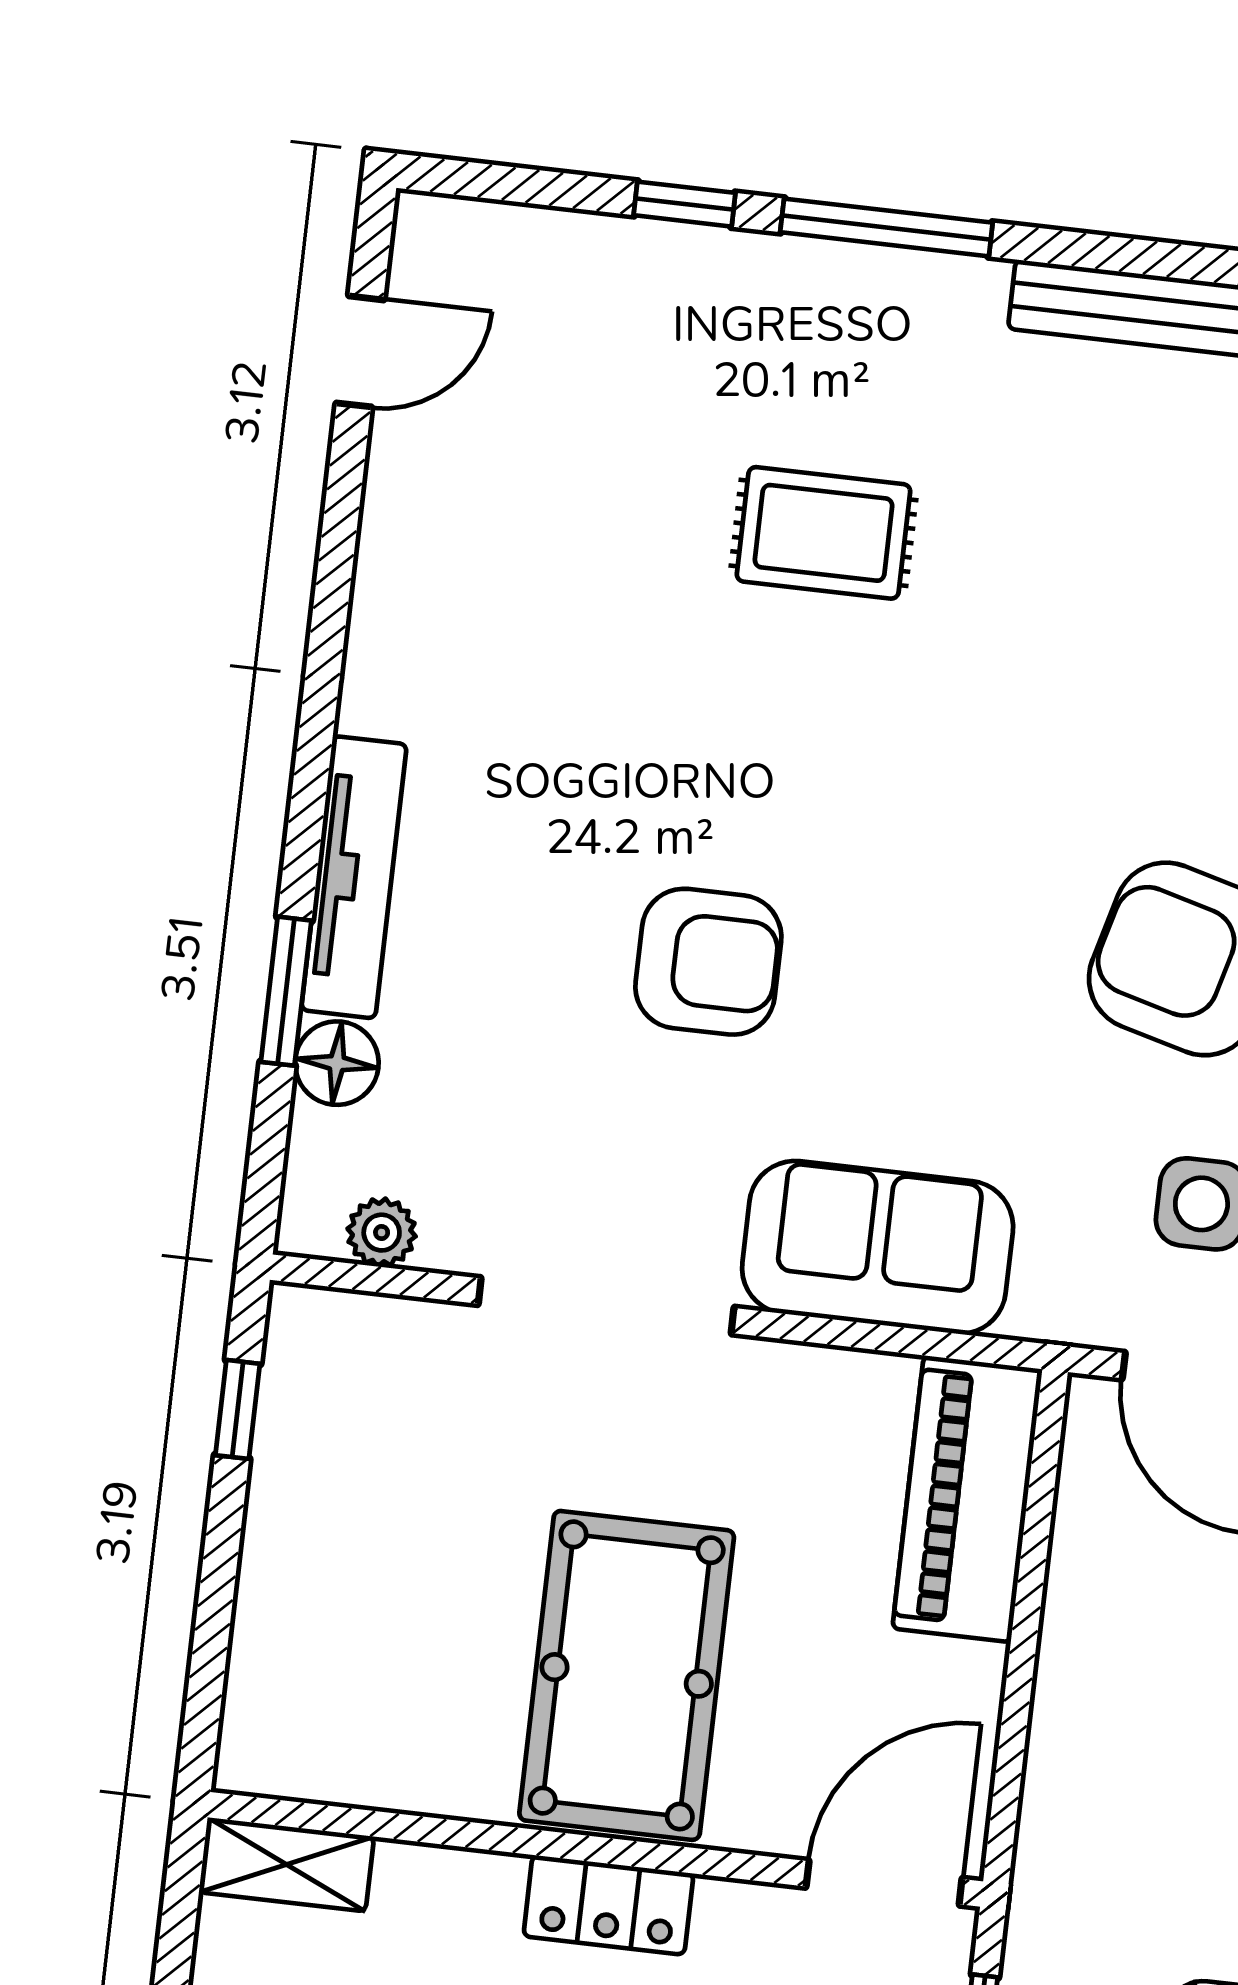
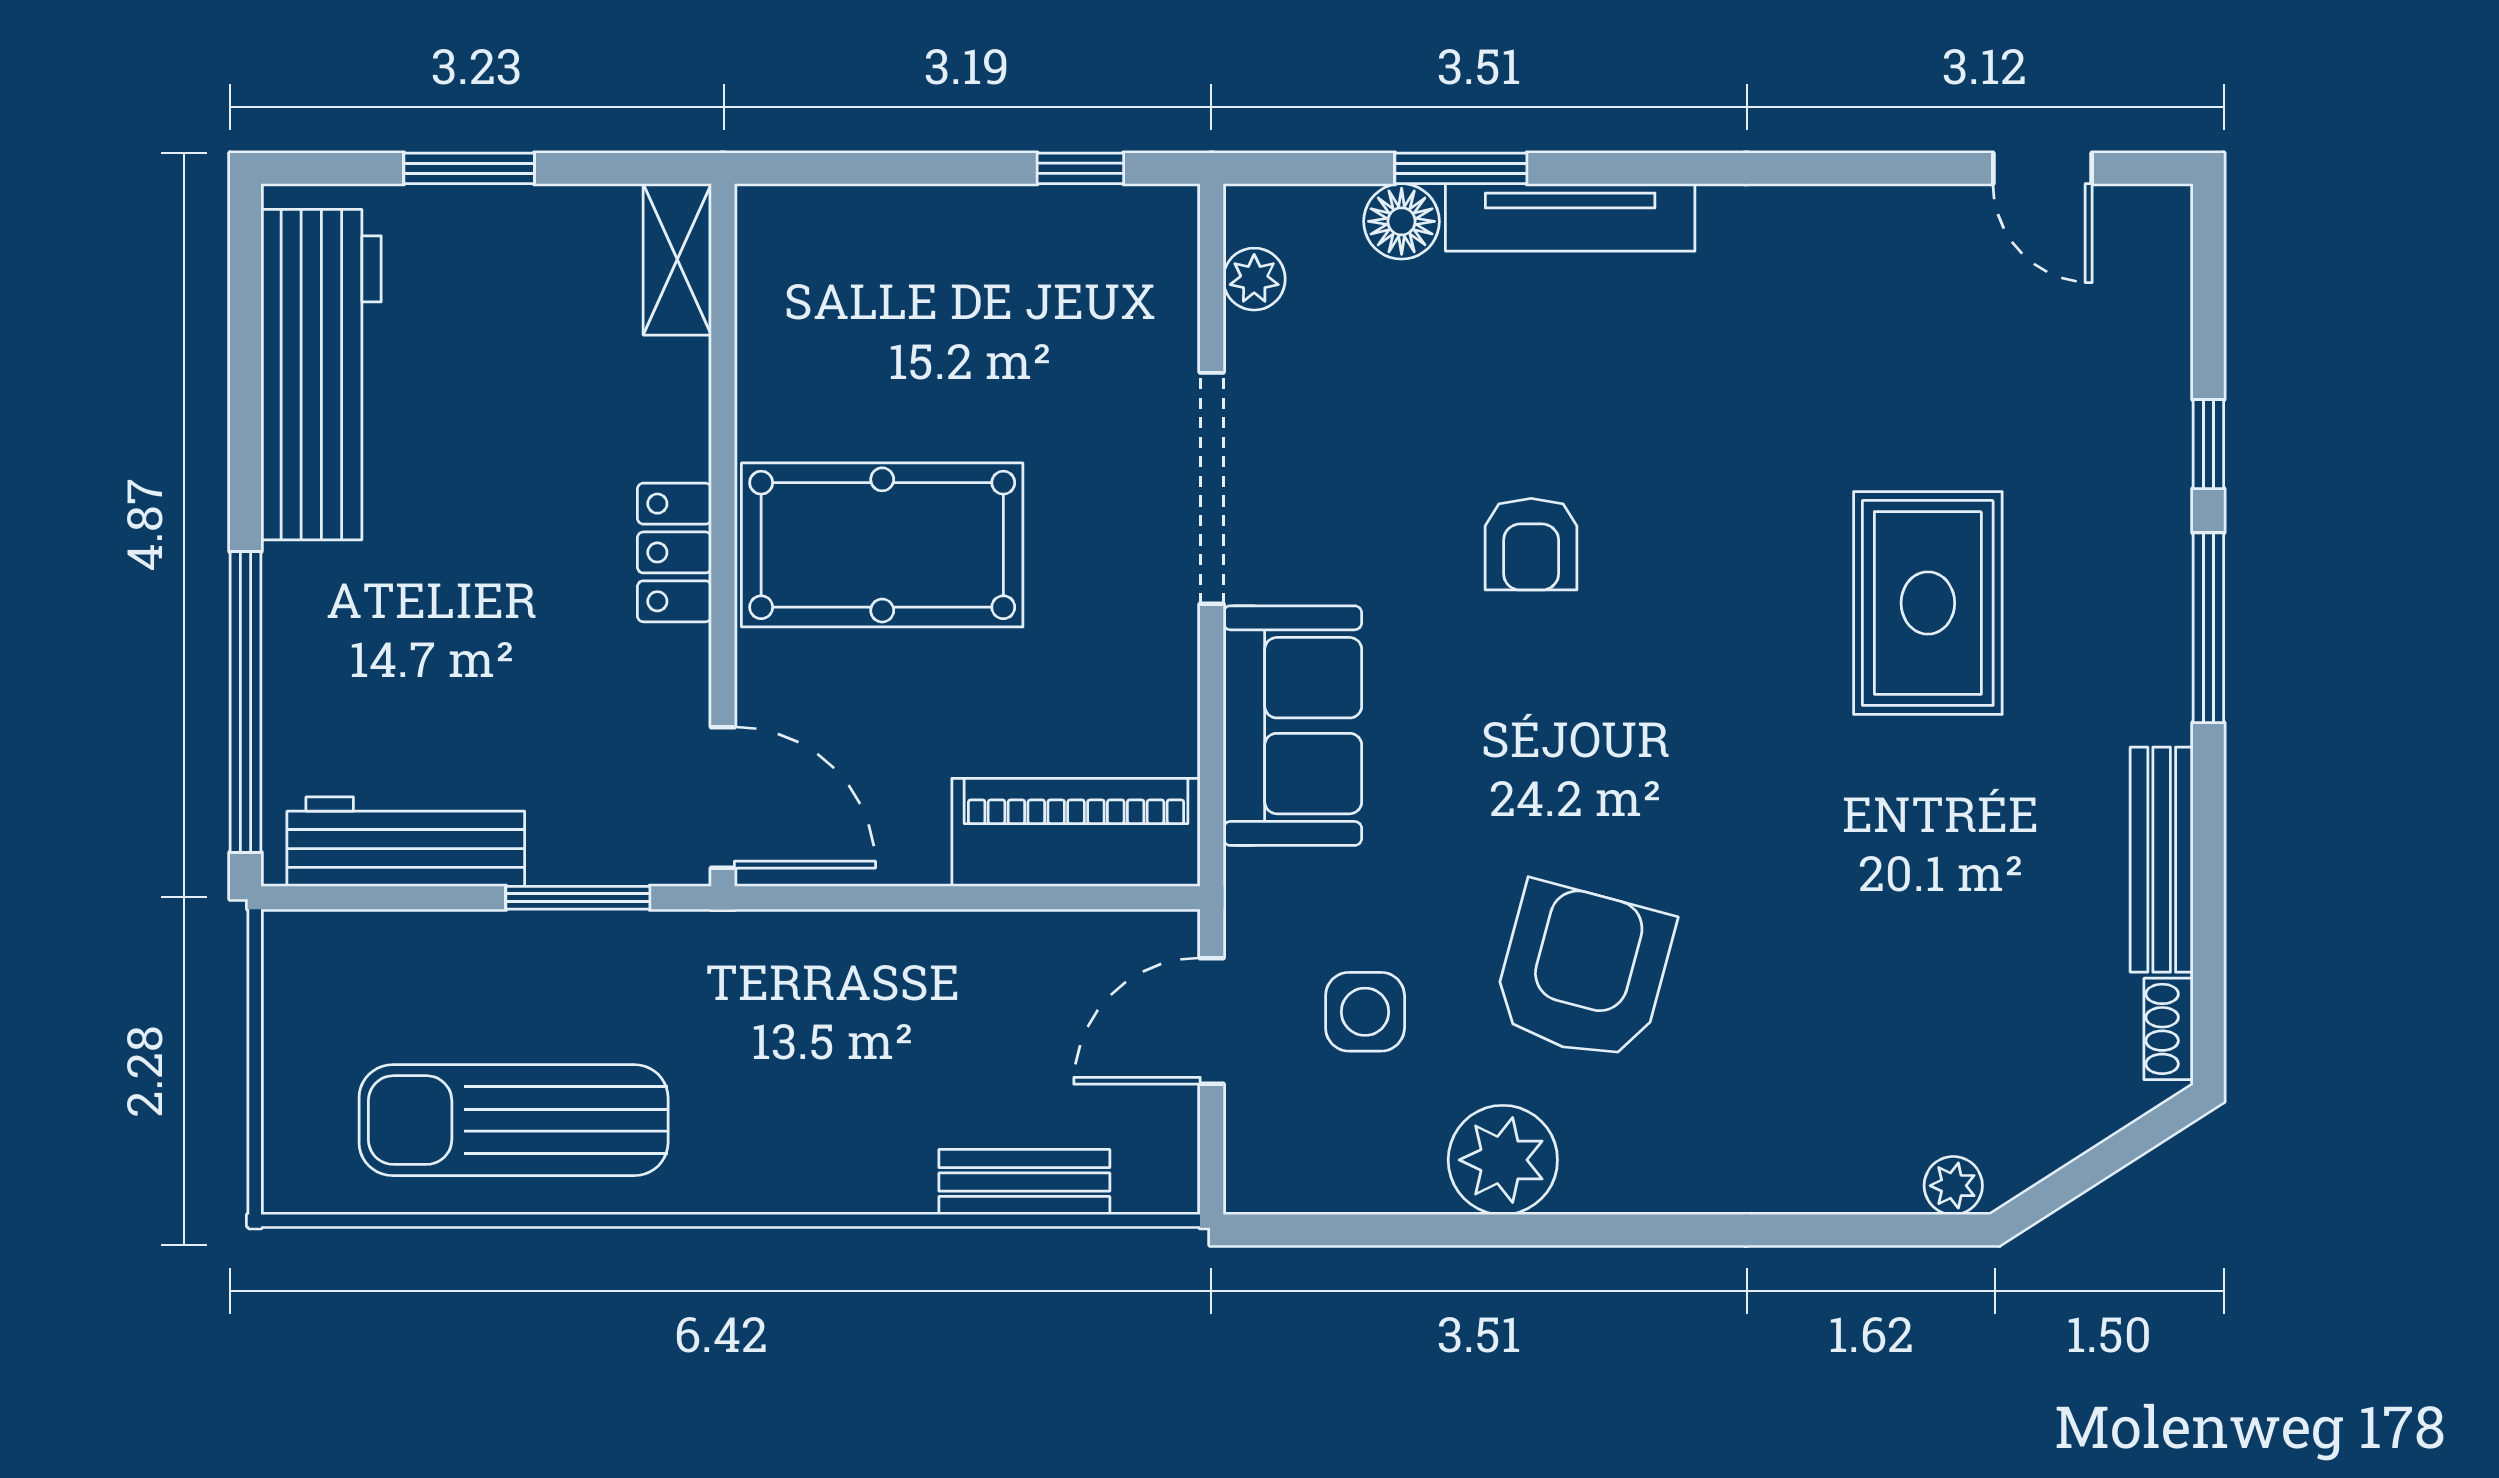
rug: (824, 533) -> (1928, 603), width x1.36, depth x1.43
armchair: (708, 962) -> (1531, 544), width x0.72, depth x0.72

